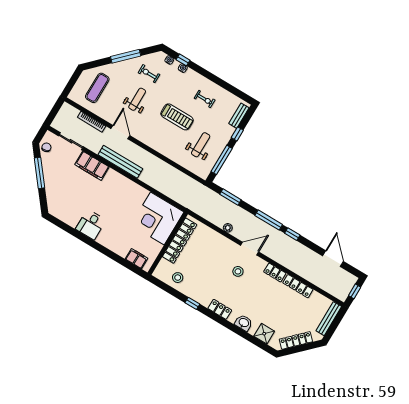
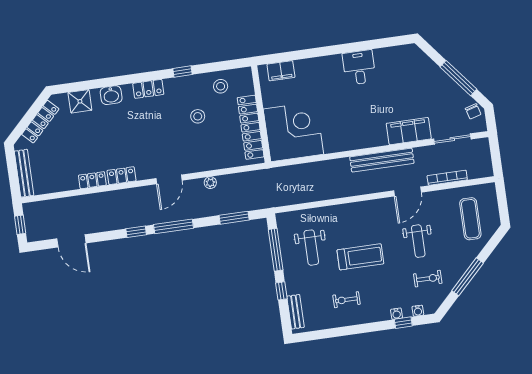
treadmill: (177, 117) -> (360, 257), turned 180
door: (120, 132) -> (407, 192), hinge flipped
stool: (238, 271) -> (198, 116), moved
locker: (298, 286) -> (92, 180), width x0.66

